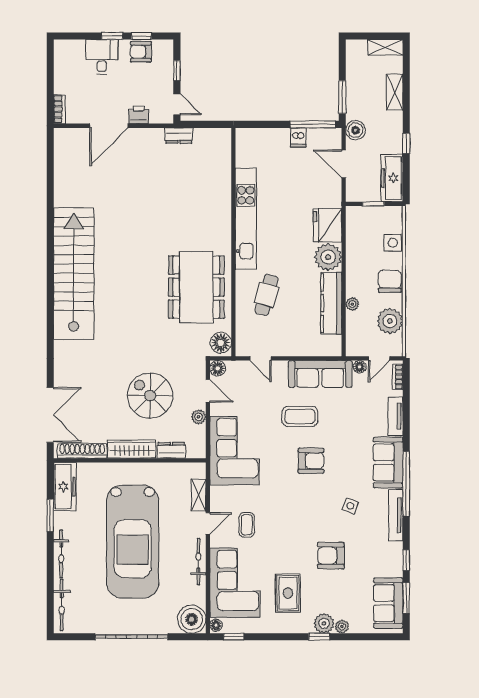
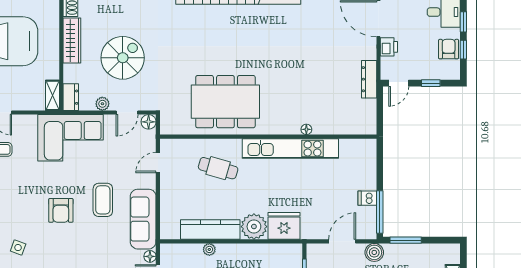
dresser: (179, 136) -> (369, 79), width x1.44
floor lamp: (221, 343) -> (306, 129), moved, width x0.53, depth x0.53
dresser: (171, 450) -> (71, 97), moved
shelving: (199, 495) -> (52, 95), moved, turned 90

